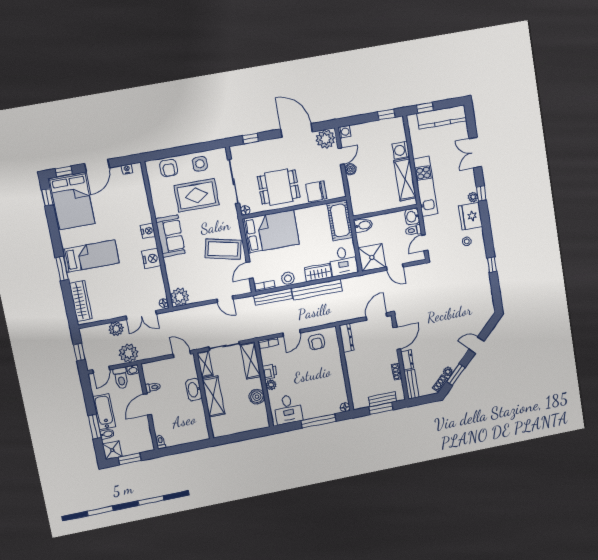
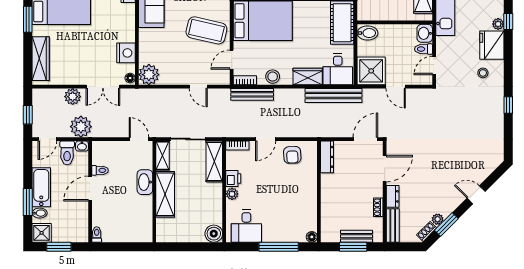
nightstand: (151, 259) -> (126, 53), moved
bench: (317, 290) -> (333, 95), moved
boiler: (257, 397) -> (214, 234), moved

